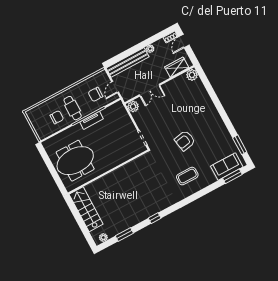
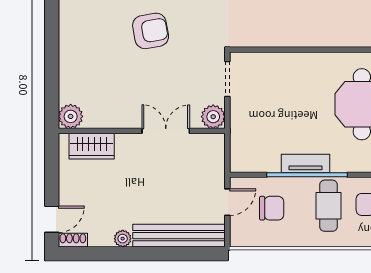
wardrobe: (177, 67) -> (92, 146), moved
plant: (192, 75) -> (71, 116), moved
wall: (159, 85) -> (142, 131), moved
double door: (149, 90) -> (166, 131), moved
plant: (133, 106) -> (213, 117), moved

